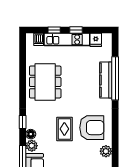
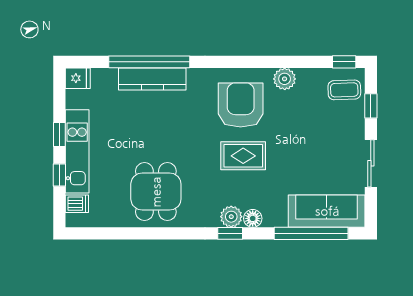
fridge: (96, 40) -> (78, 78), moved
dining table: (45, 82) -> (156, 192), width x0.73
plant: (32, 146) -> (231, 217), moved

